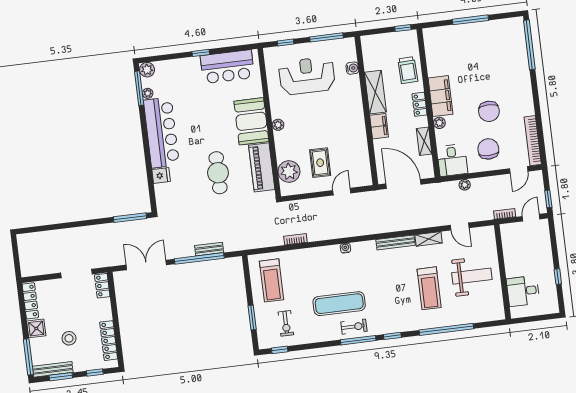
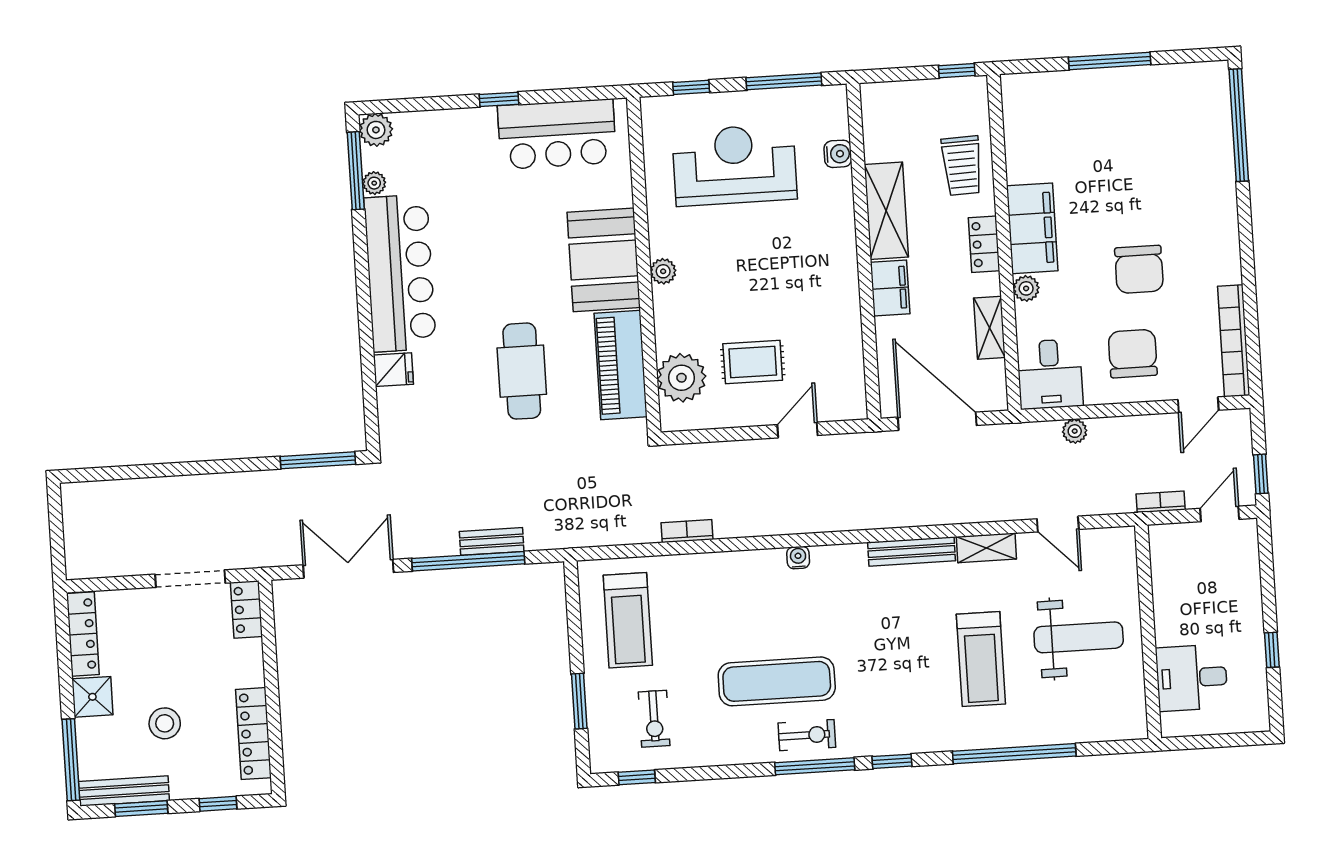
rug: (320, 163) -> (753, 362), turned 90

